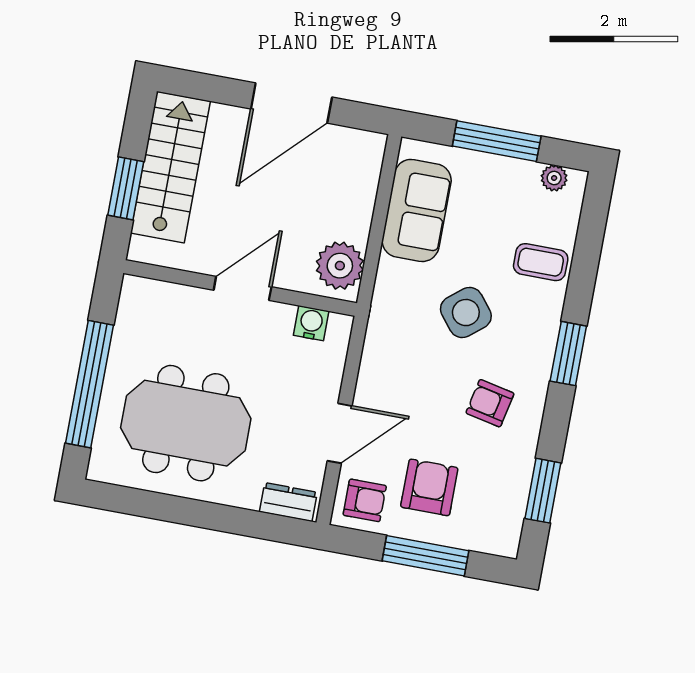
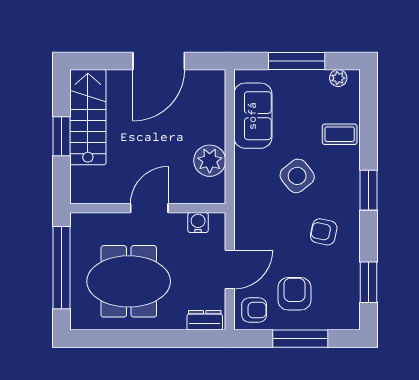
wall: (240, 288) -> (148, 208), moved
door: (243, 288) -> (149, 208), moved
water cooler: (311, 323) -> (198, 222), moved

